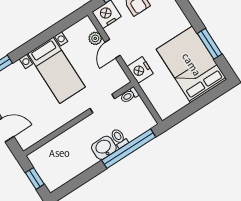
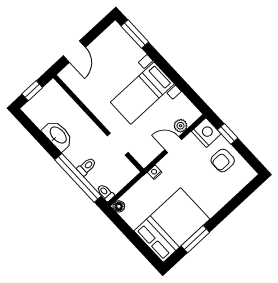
nightstand: (140, 70) -> (155, 172), width x0.53, depth x0.56
toilet: (129, 95) -> (105, 193), moved
floor lamp: (164, 113) -> (119, 206), added
washbasin: (104, 148) -> (58, 135), moved, width x1.38

